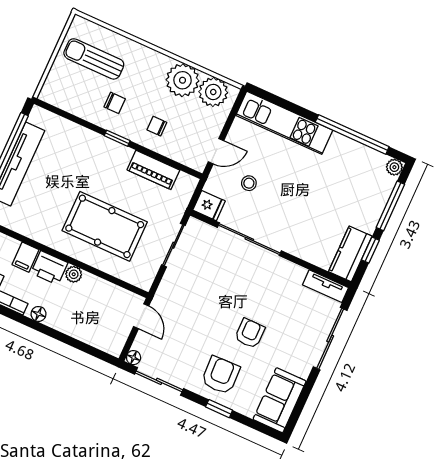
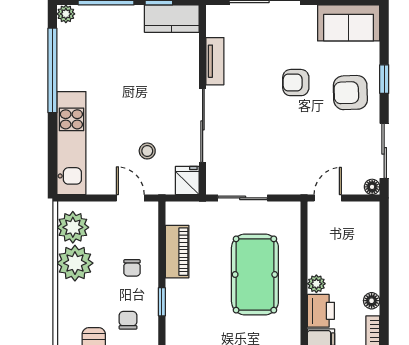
tv unit: (326, 286) -> (215, 61), moved

